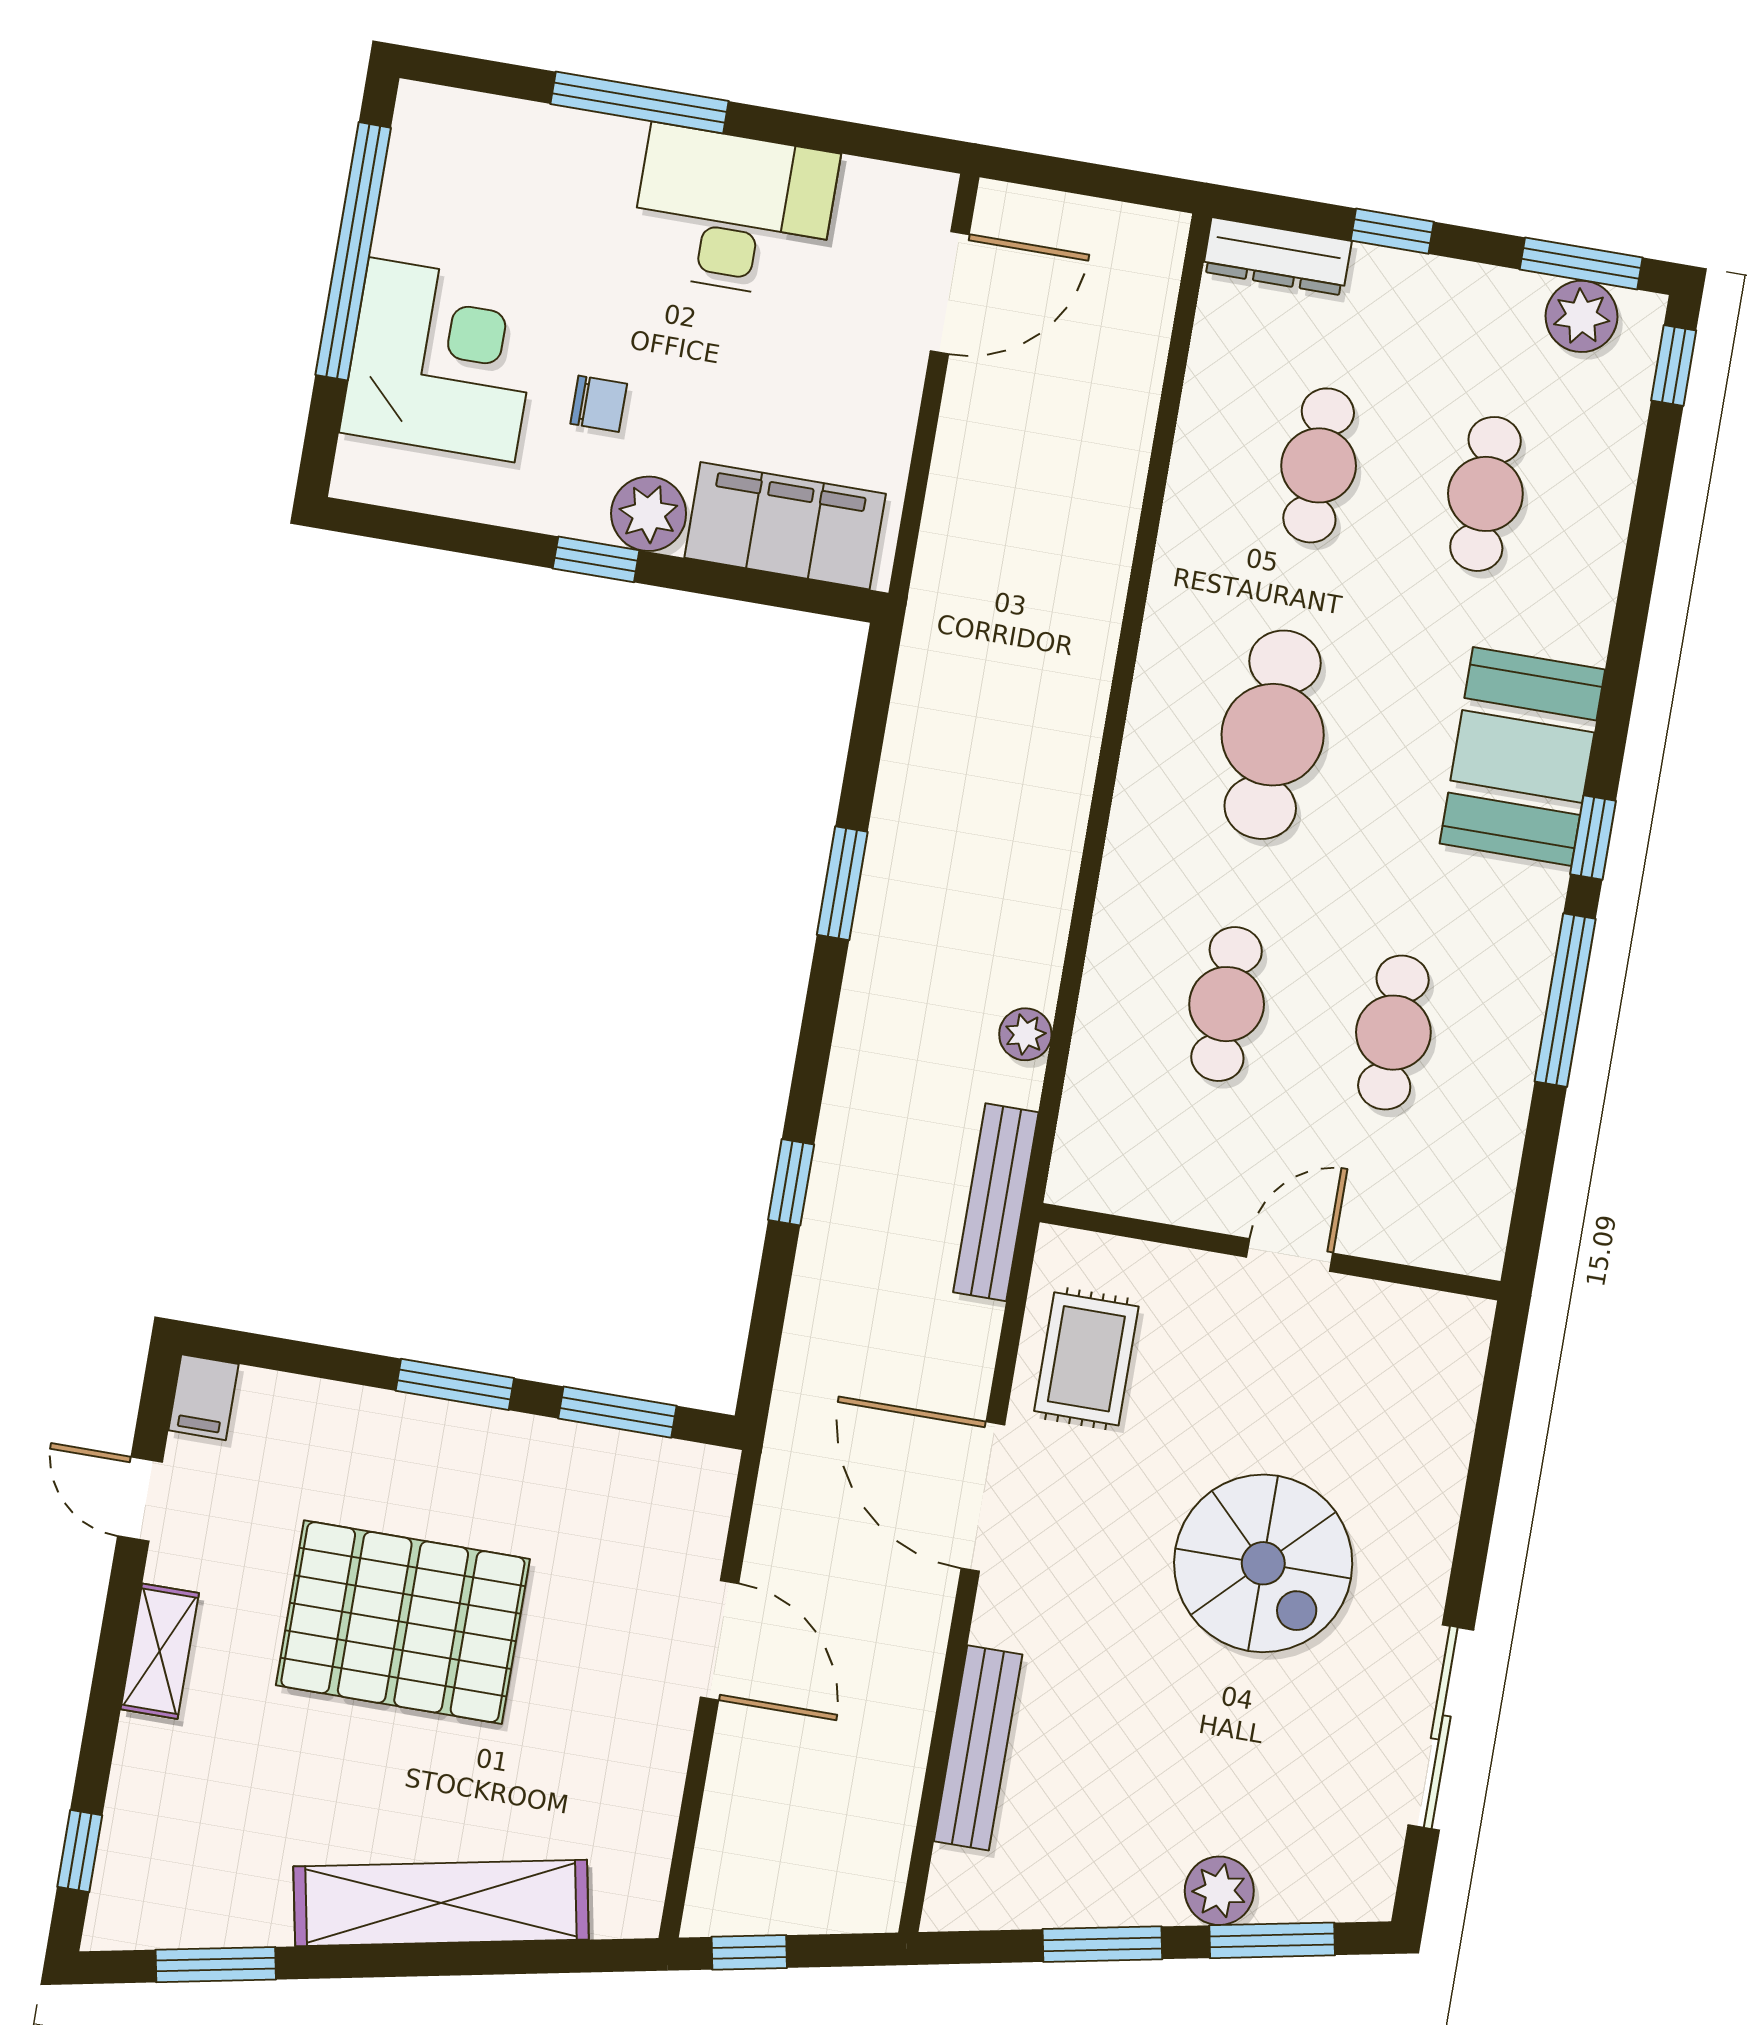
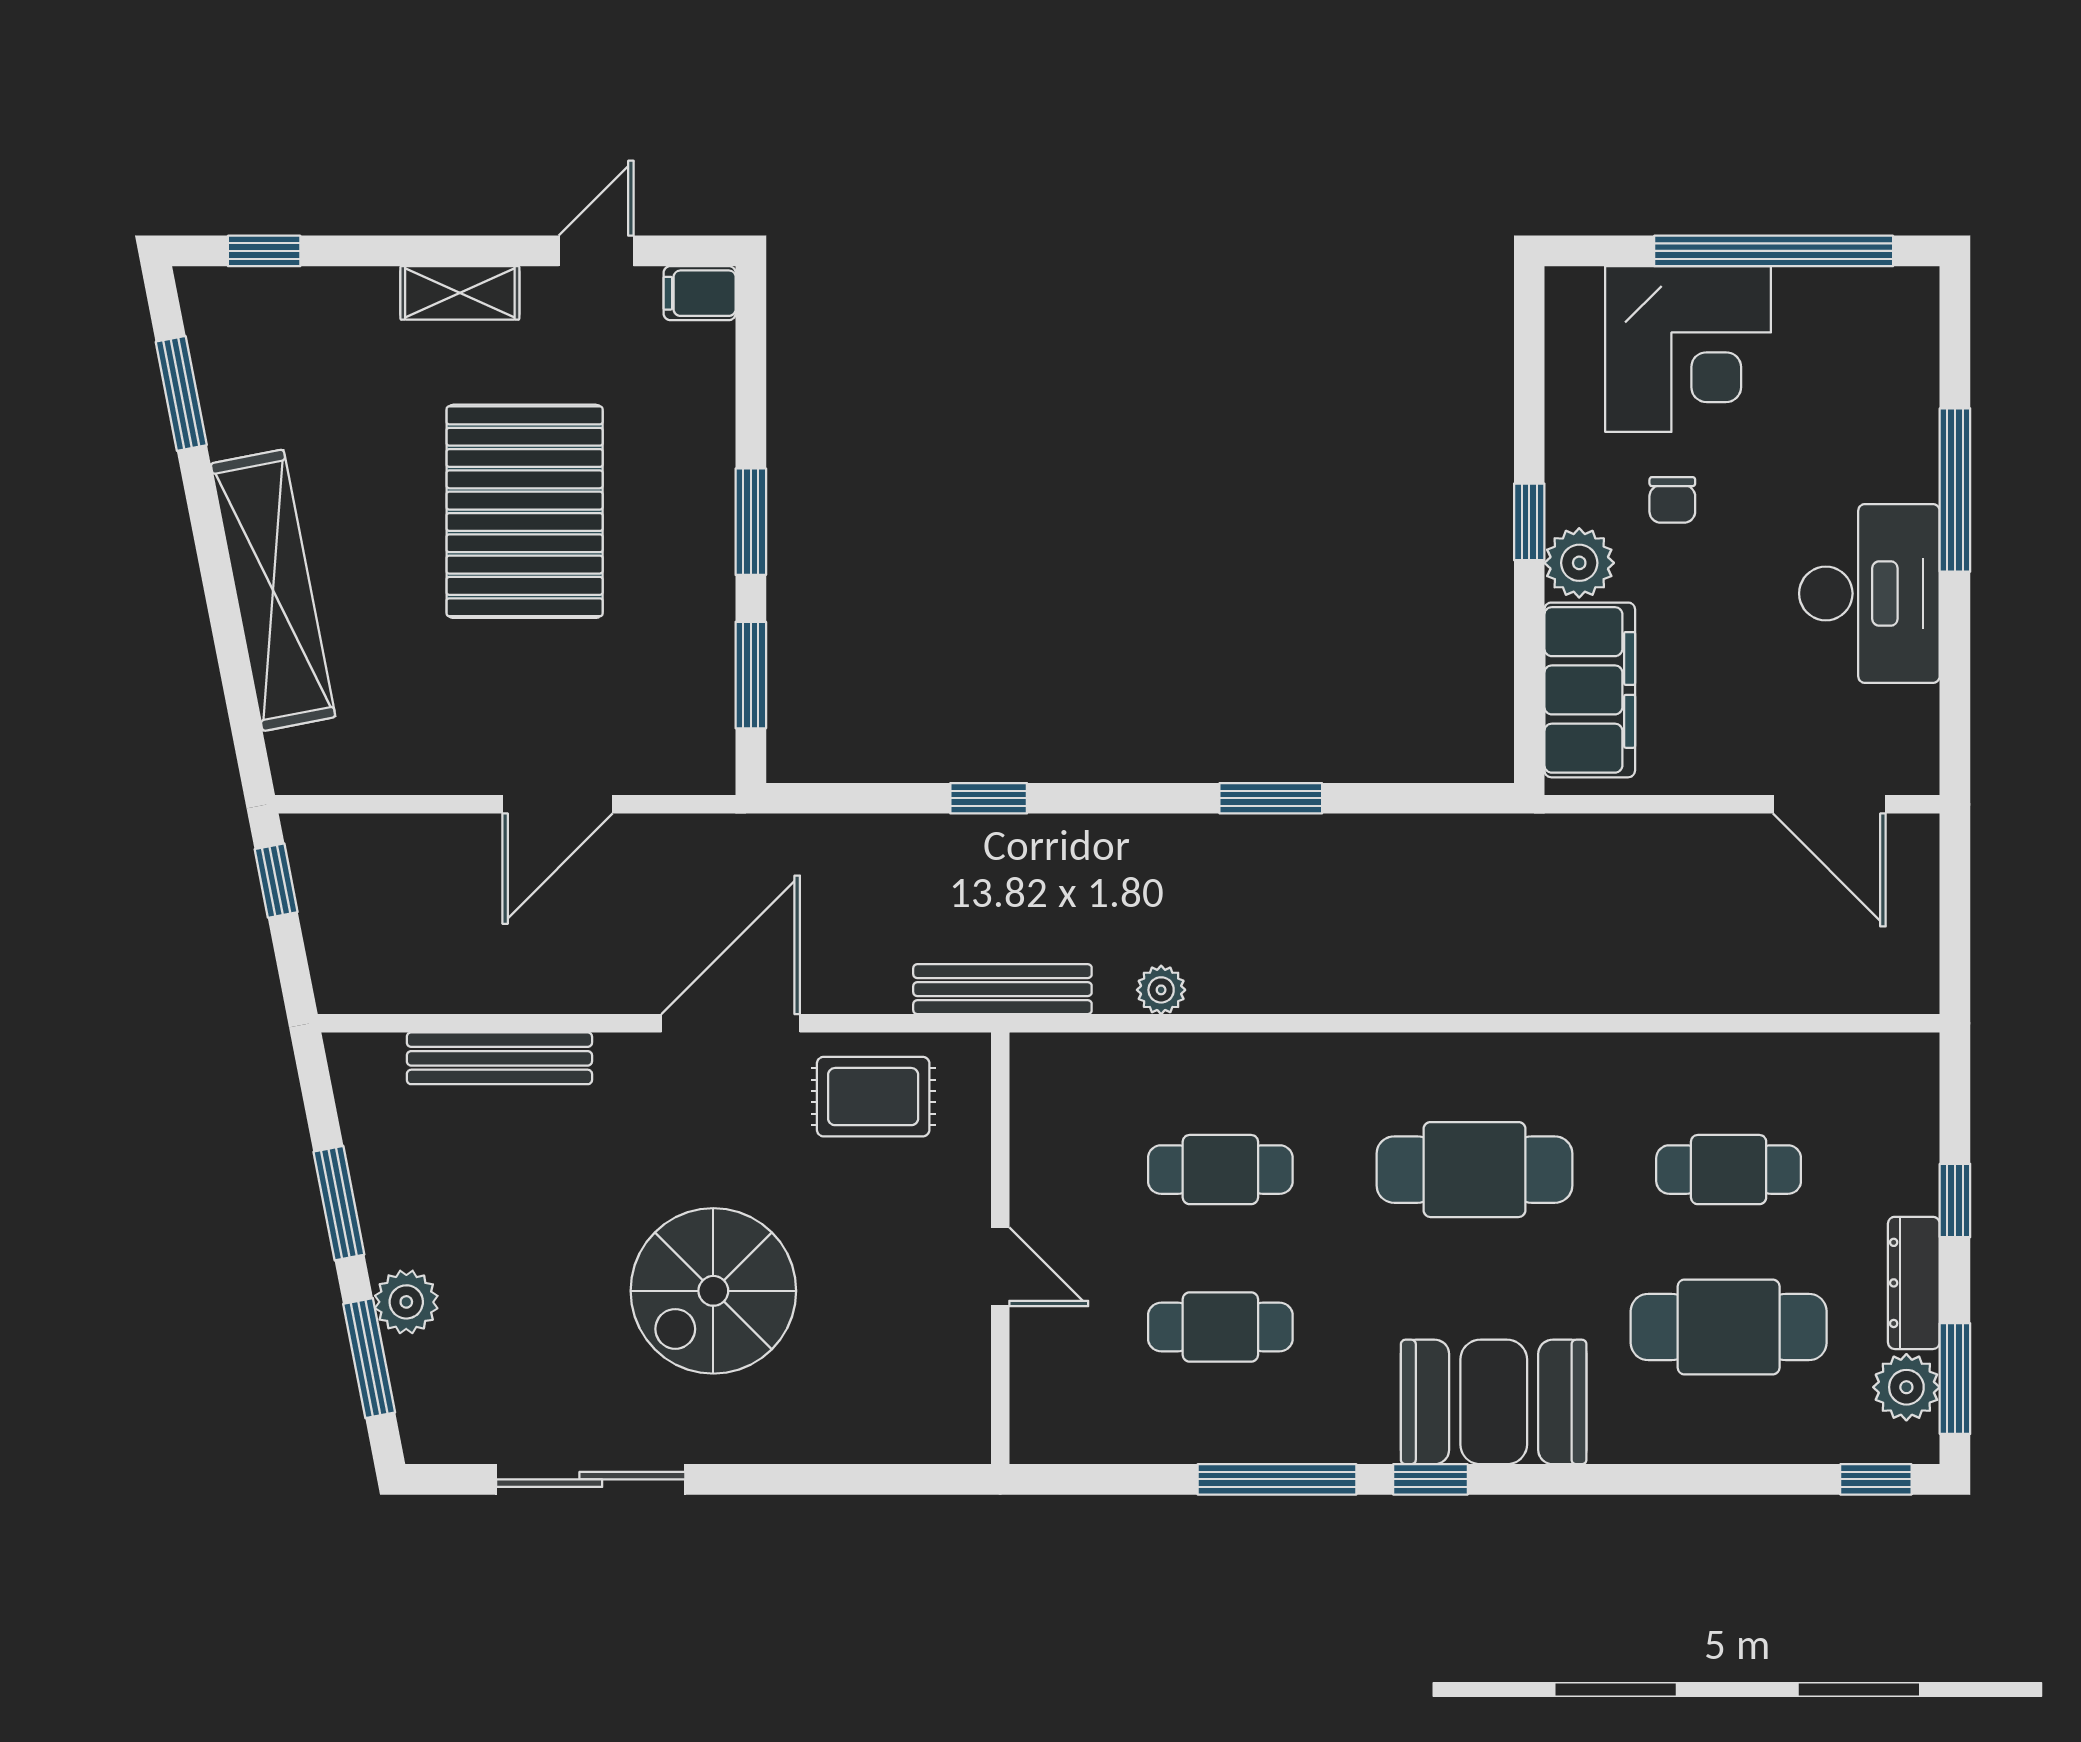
dresser: (1277, 256) -> (1914, 1283), moved
cafe table: (1485, 494) -> (1729, 1327), width x1.37, depth x1.35

